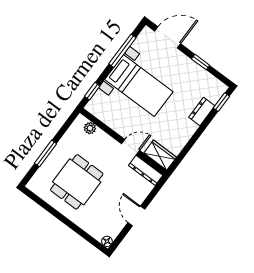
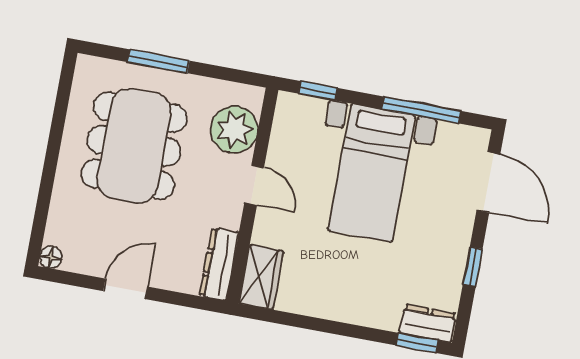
dresser: (202, 112) -> (428, 323), moved
plant: (90, 128) -> (234, 130), width x1.88, depth x1.88
door: (131, 147) -> (254, 185), moved
dining table: (77, 182) -> (134, 146), width x1.37

